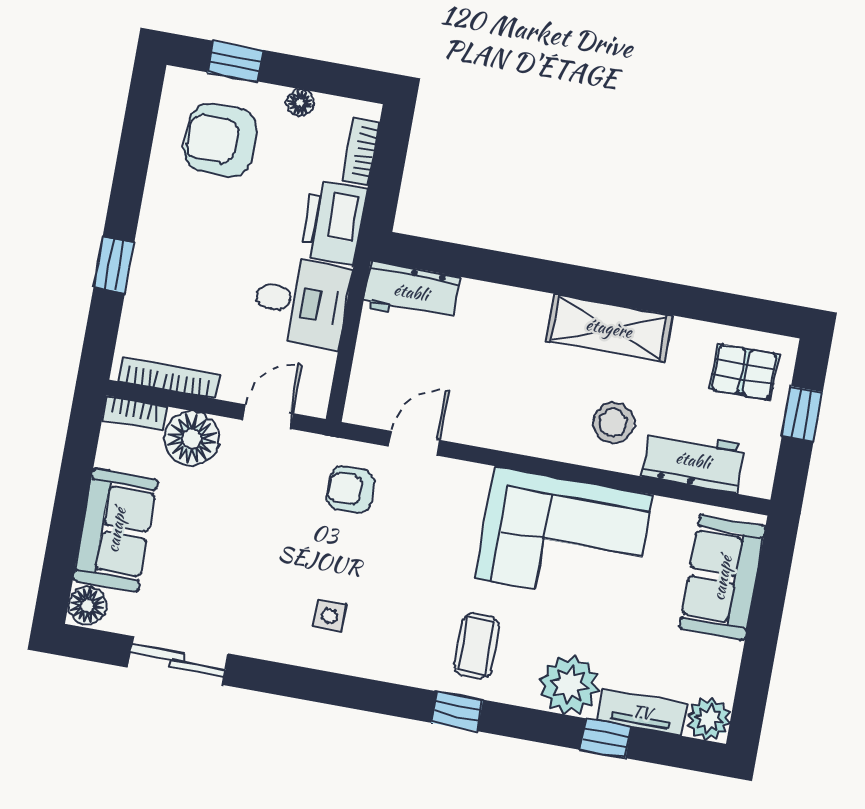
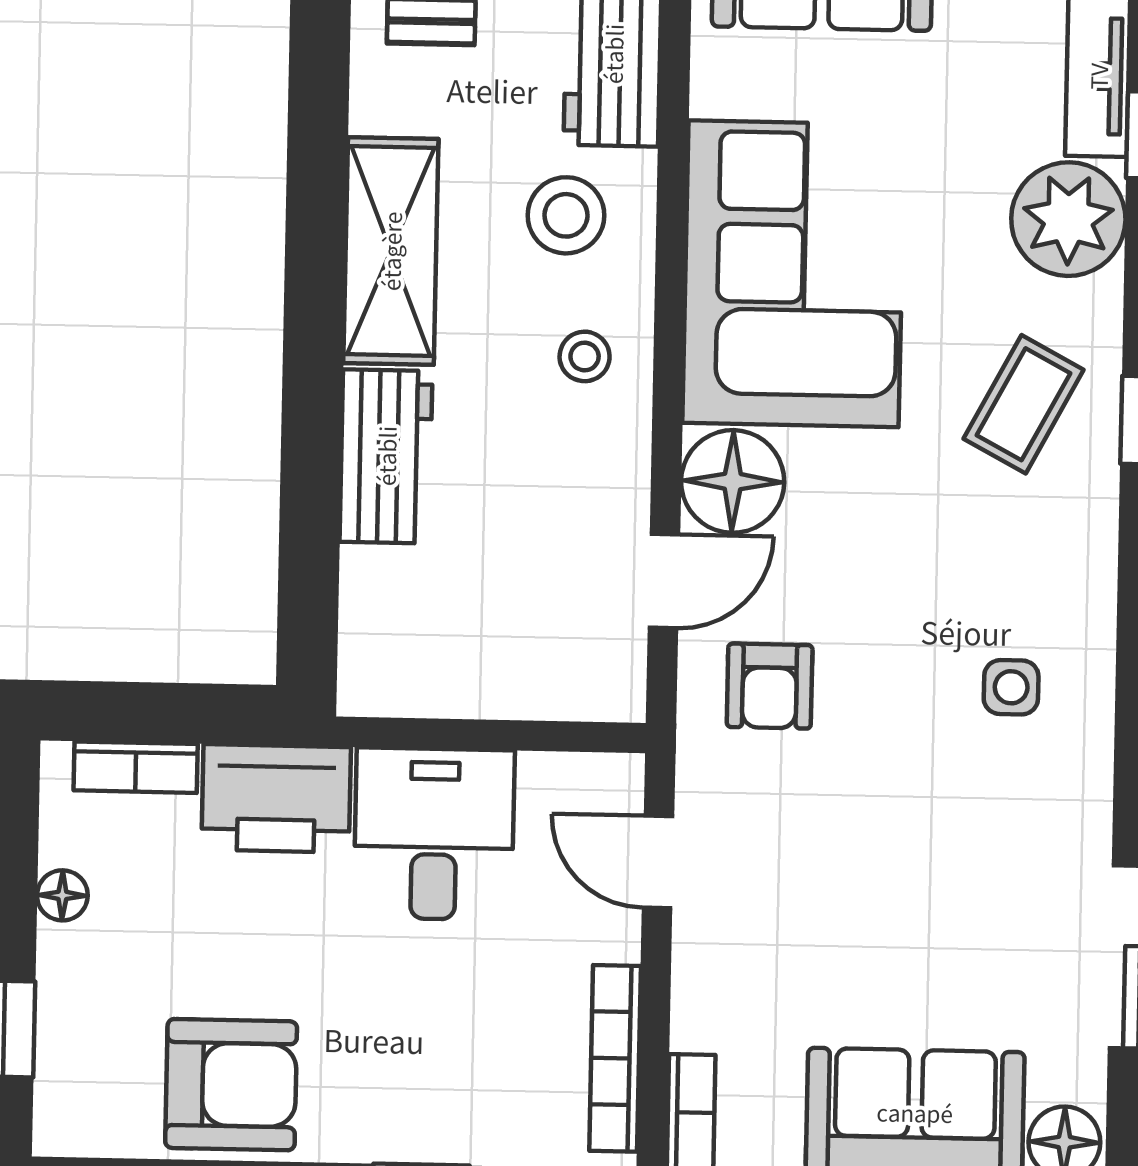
armchair: (220, 140) -> (231, 1085), moved, turned -90
workbench: (411, 292) -> (386, 456), moved
stool: (538, 421) -> (585, 356), added
floor lamp: (192, 439) -> (733, 481), moved
door: (414, 443) -> (664, 581), swing flipped
coffee table: (476, 646) -> (1024, 404), turned -62

